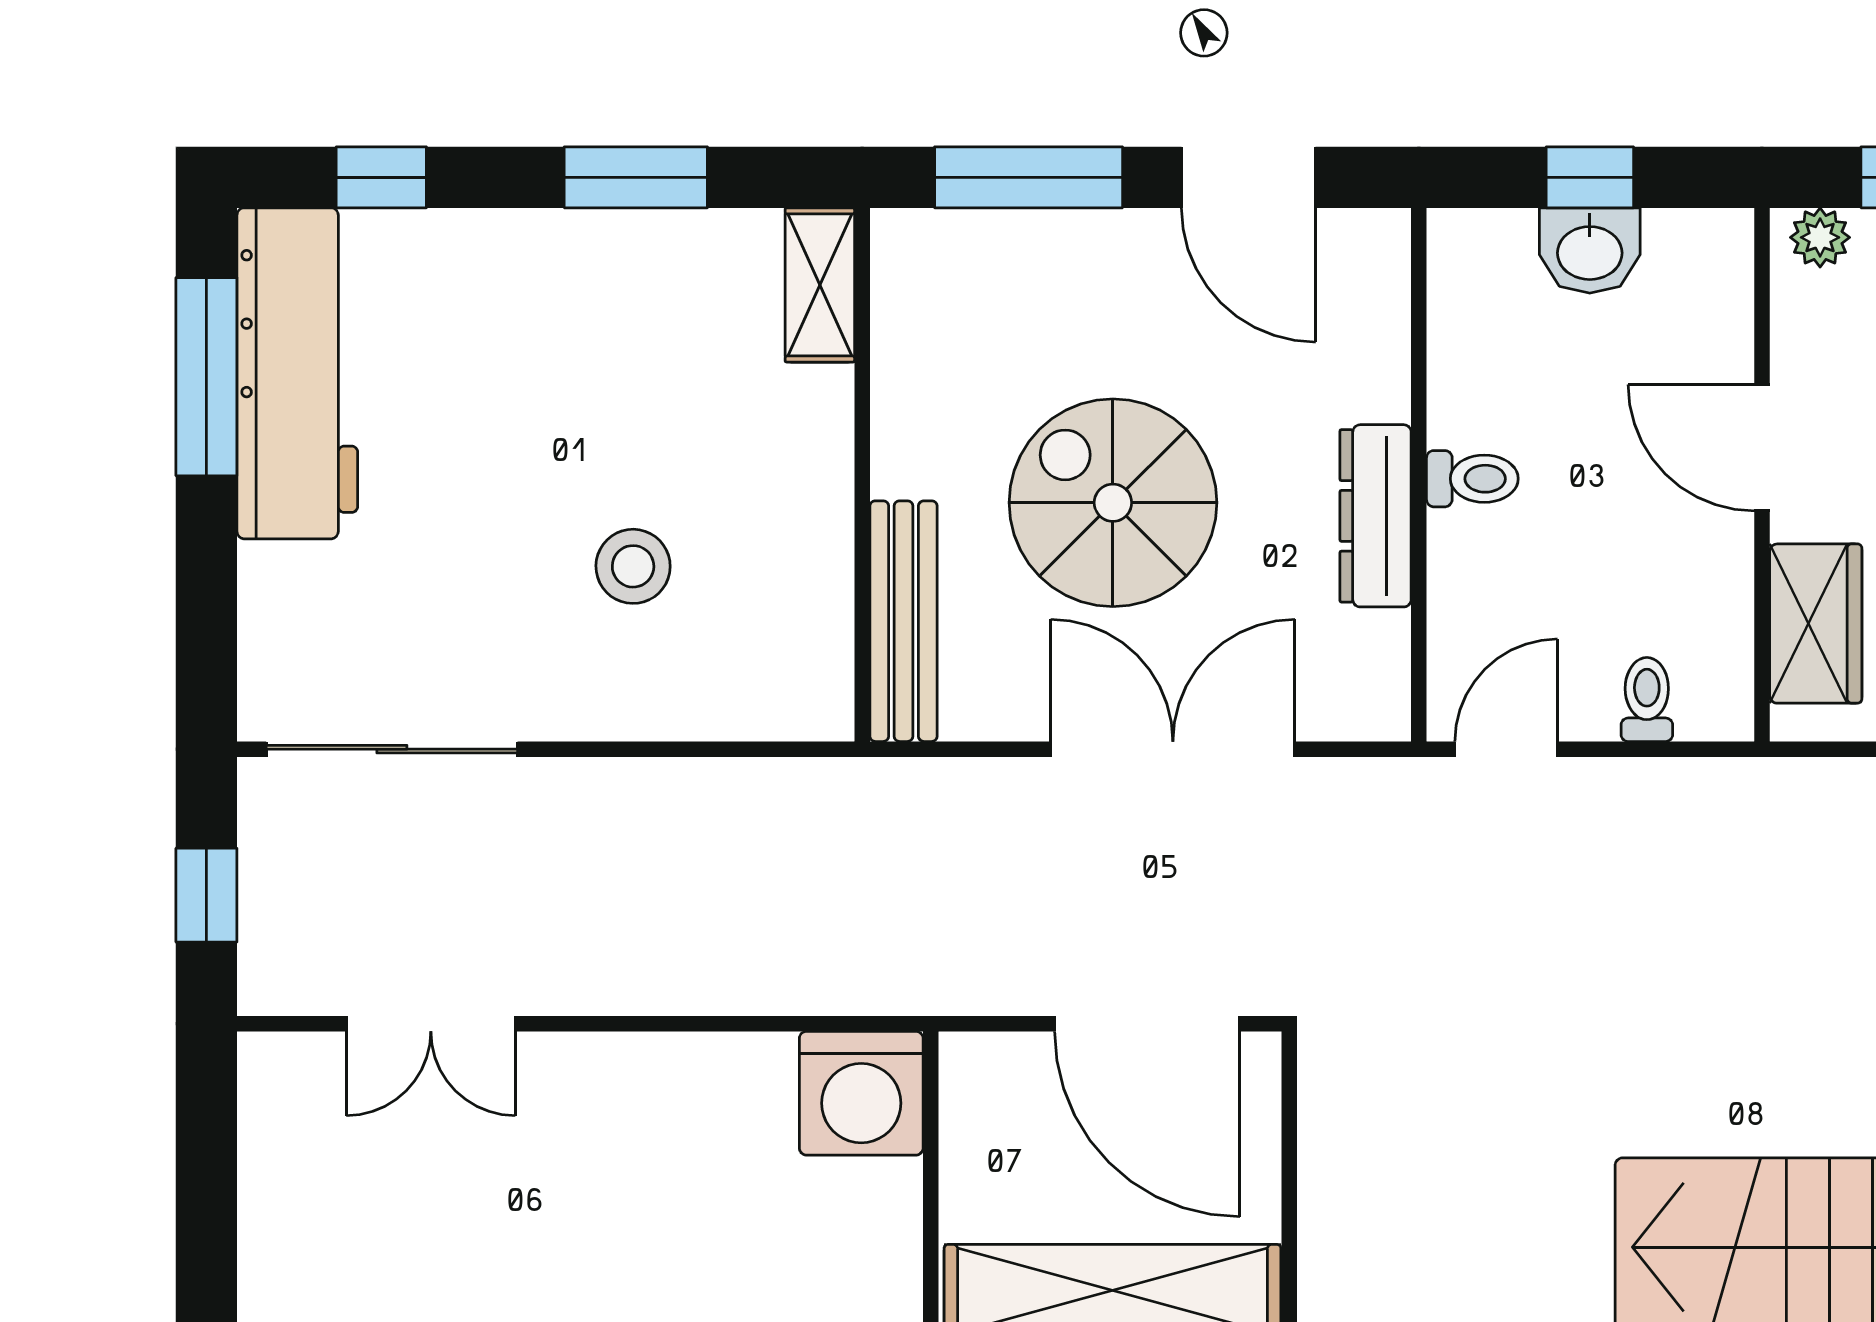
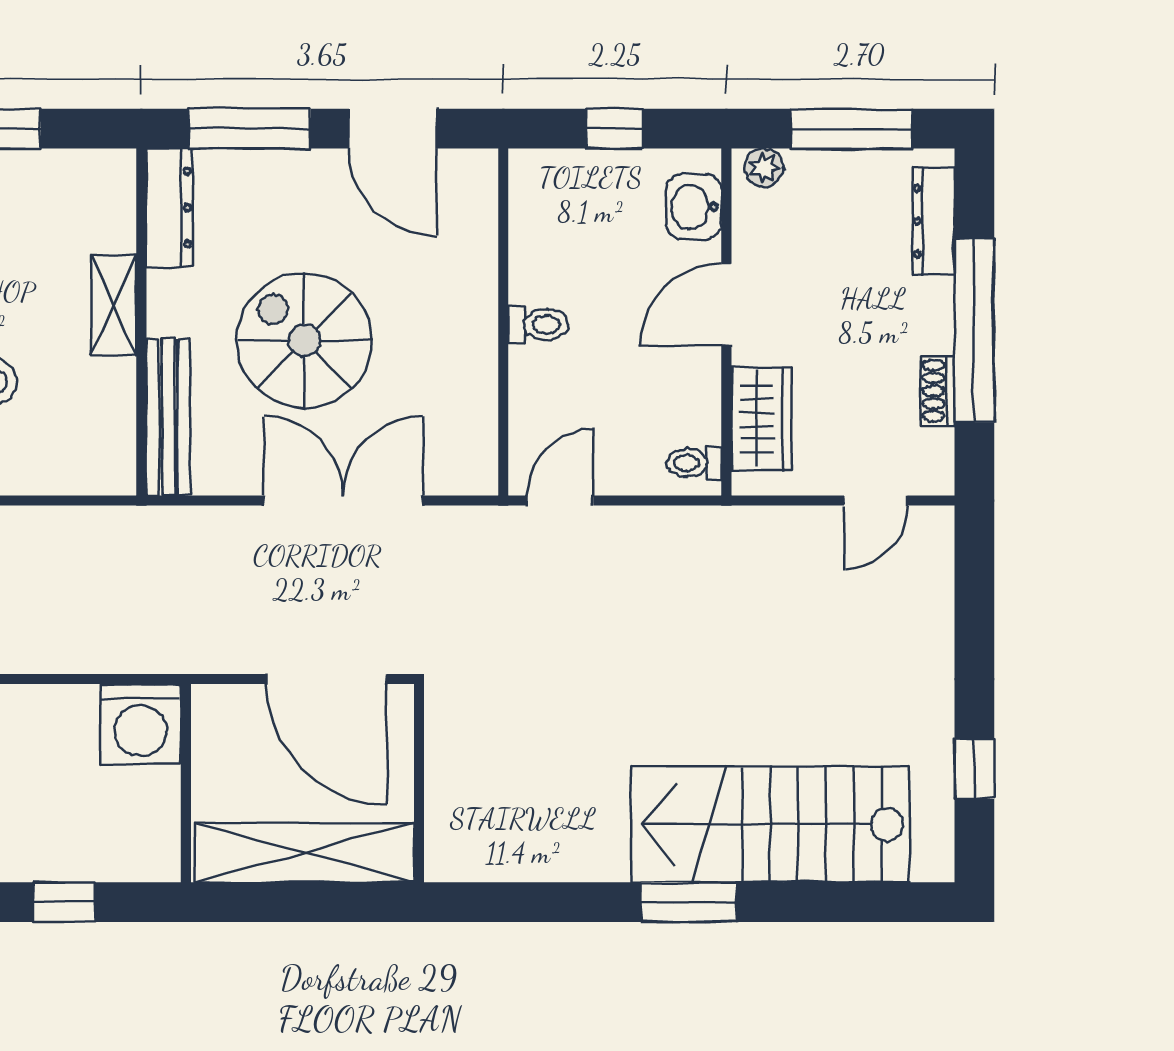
washbasin: (1590, 250) -> (694, 207), moved, turned 90
shelving: (820, 285) -> (114, 305), moved
door: (1762, 448) -> (726, 305), hinge flipped
dresser: (1376, 516) -> (169, 208), moved, turned 180
toilet: (1647, 699) -> (694, 463), moved, turned -90

